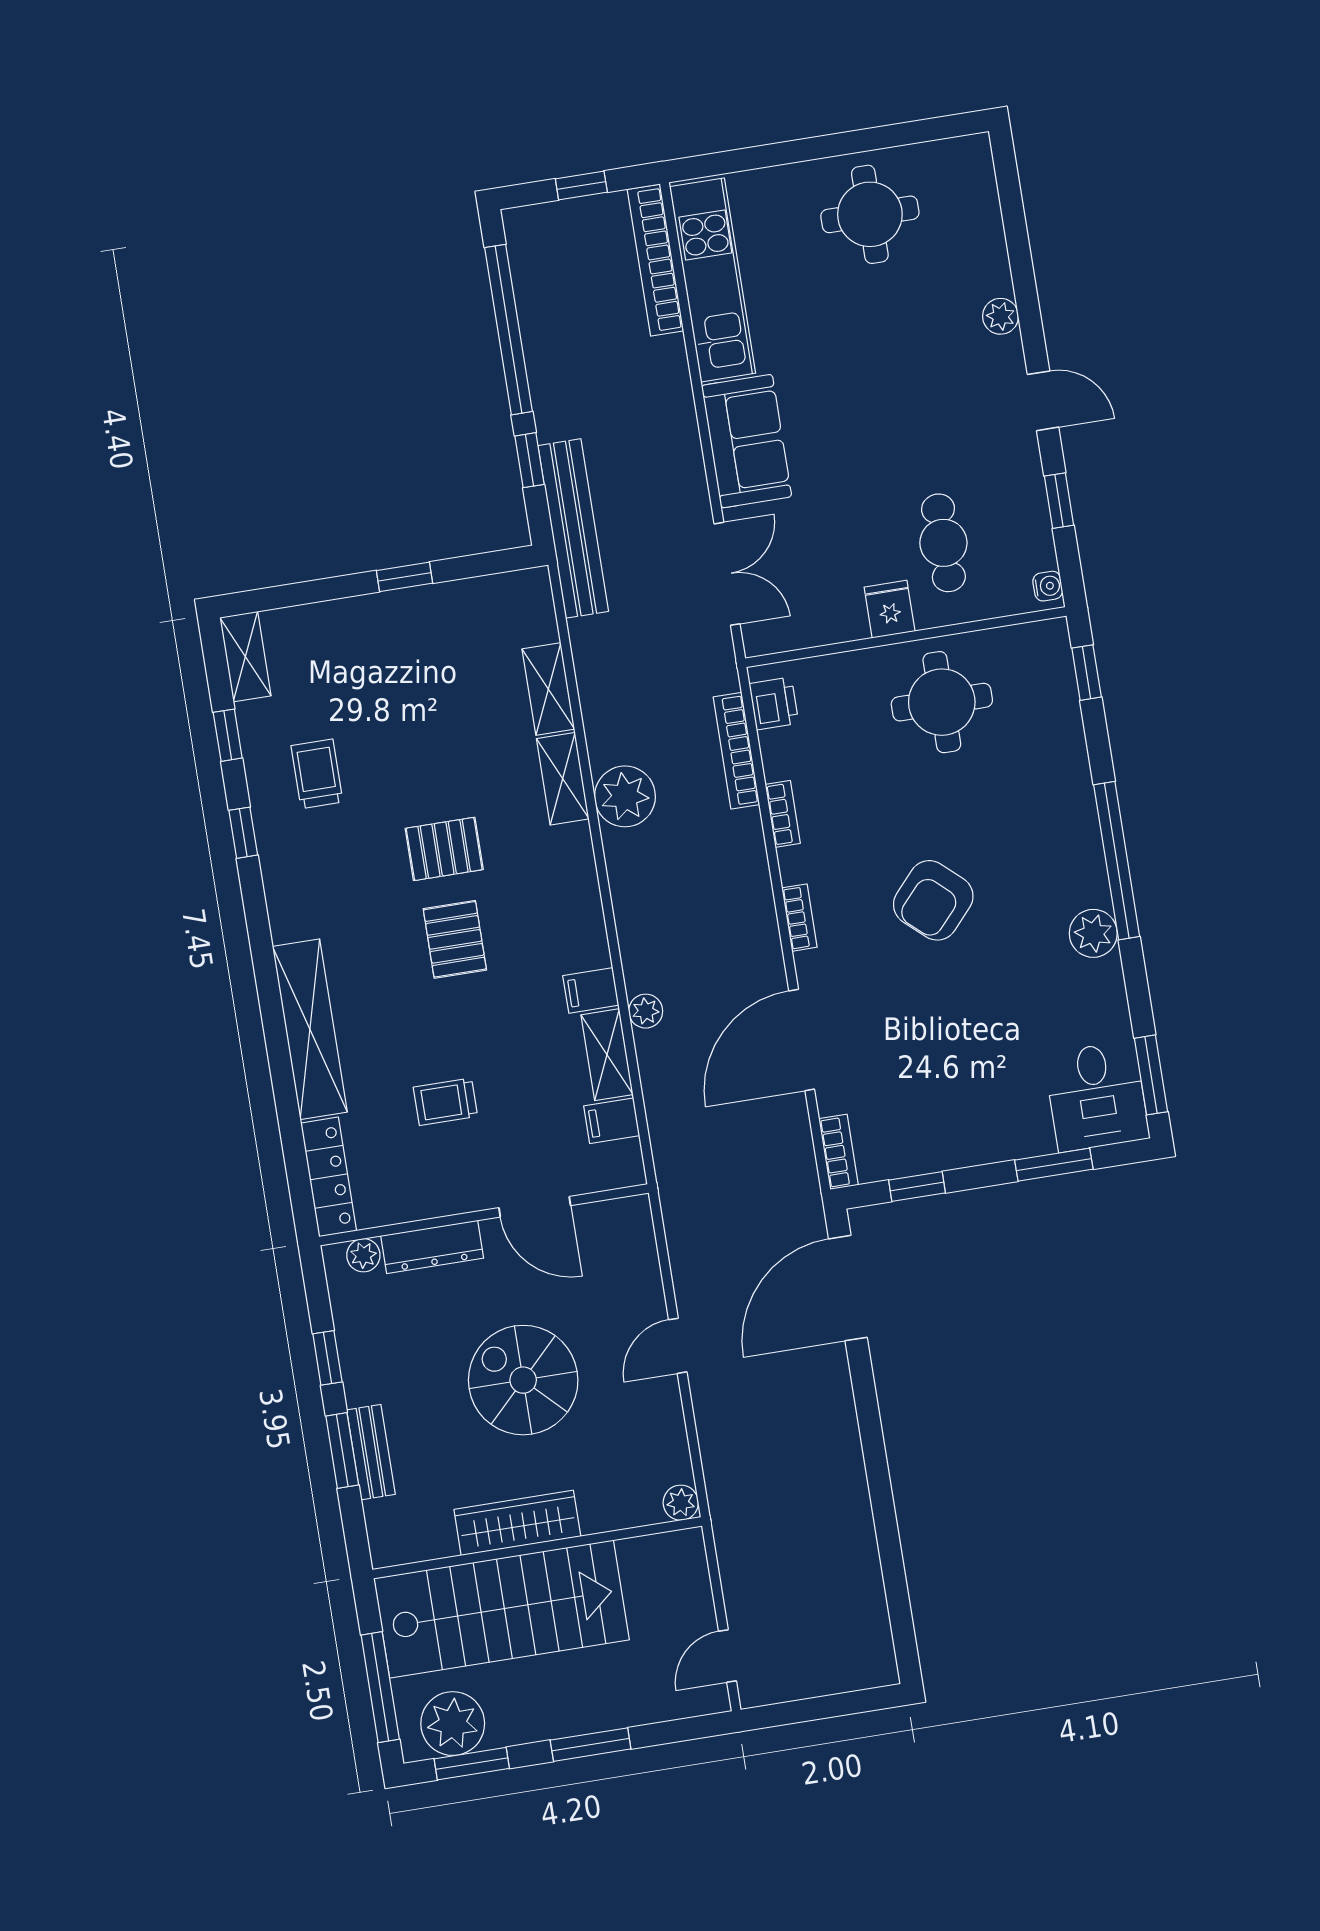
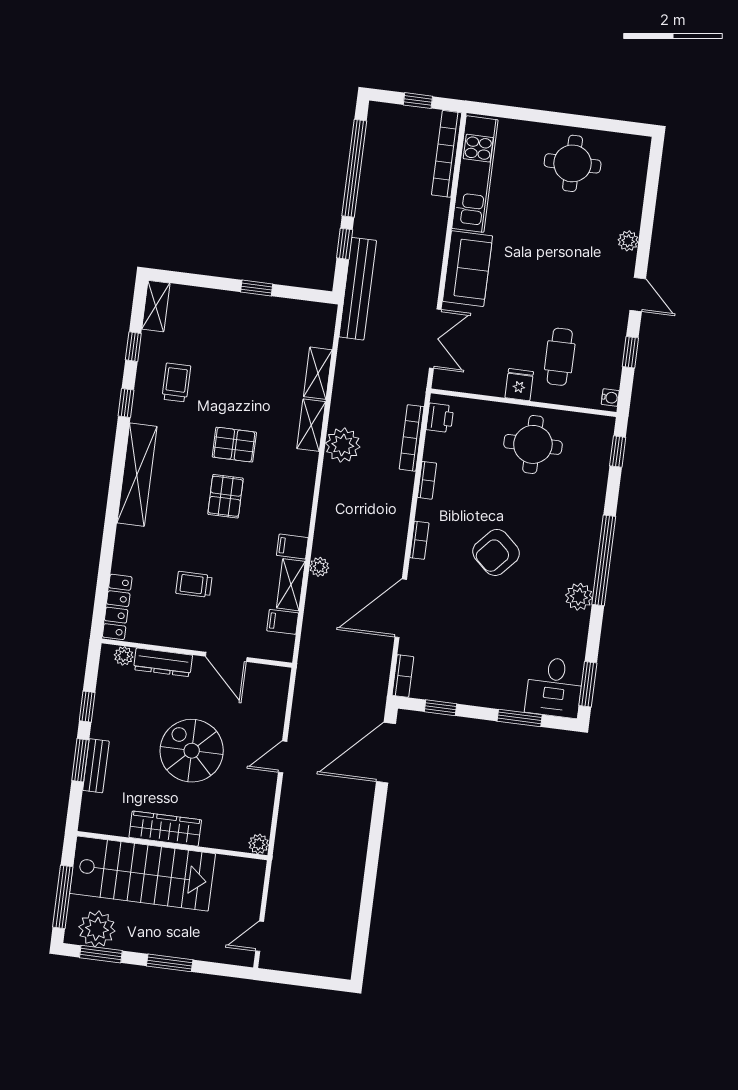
shelving: (310, 1029) -> (137, 475), moved

